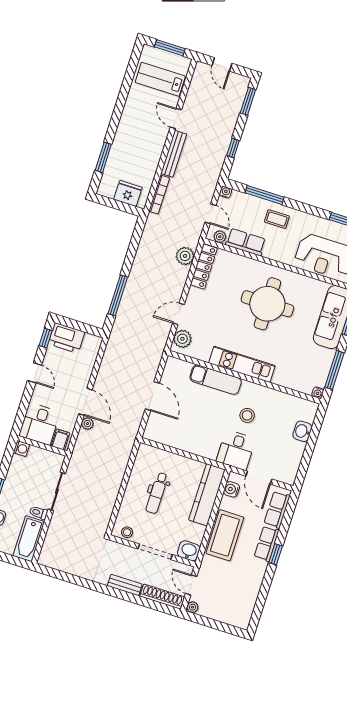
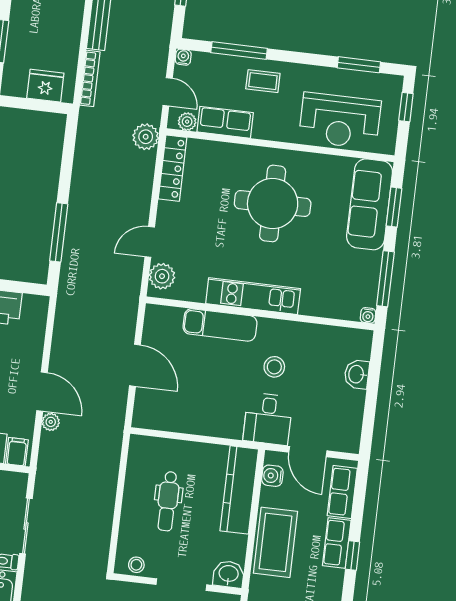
plant: (185, 256) -> (146, 137), moved

